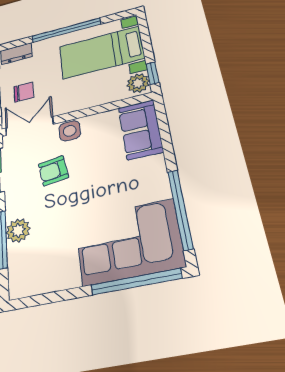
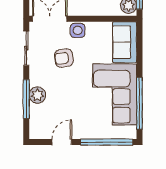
corner sofa: (129, 242) -> (115, 95), moved, turned -90
door: (61, 296) -> (62, 142), added

